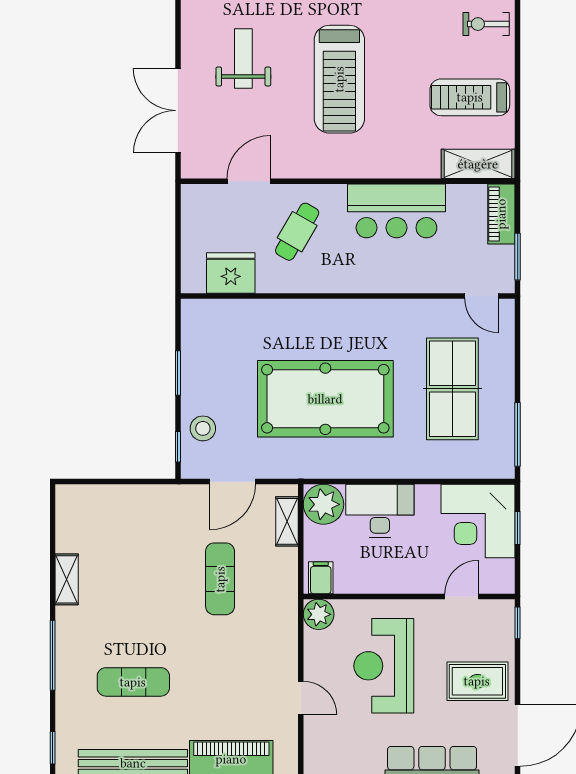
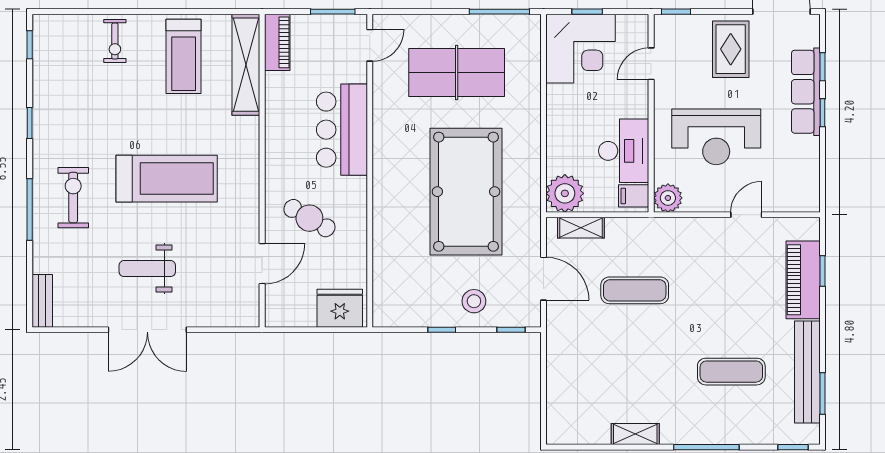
double door: (178, 111) -> (147, 330), moved
shelving: (478, 164) -> (246, 65), width x1.47
door: (249, 181) -> (262, 264), swing flipped
bar counter: (396, 211) -> (342, 130), moved, turned 180
piano: (501, 214) -> (277, 42), moved, turned -90
fridge: (231, 273) -> (340, 308), moved, turned 90
window: (178, 373) -> (442, 330), width x0.67
stool: (203, 428) -> (474, 301), moved
desk: (380, 511) -> (624, 151), moved, turned 180
door: (462, 596) -> (651, 64), hinge flipped
exercise mat: (133, 682) -> (731, 372), turned 90

